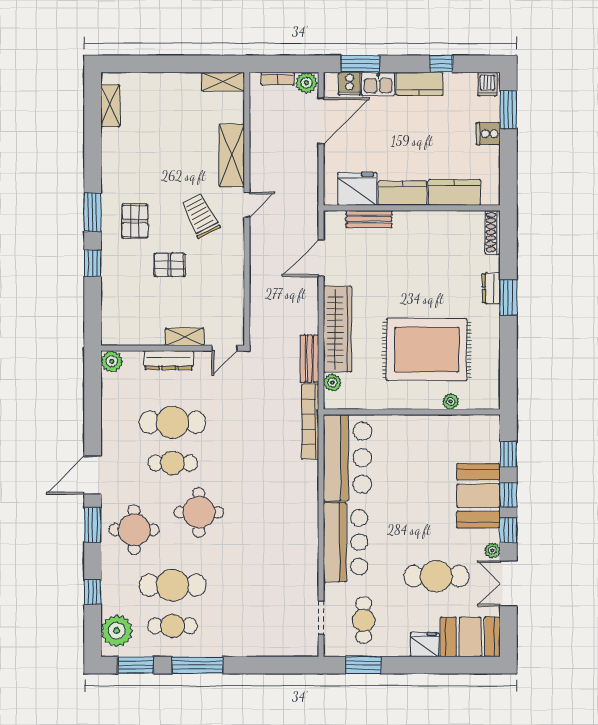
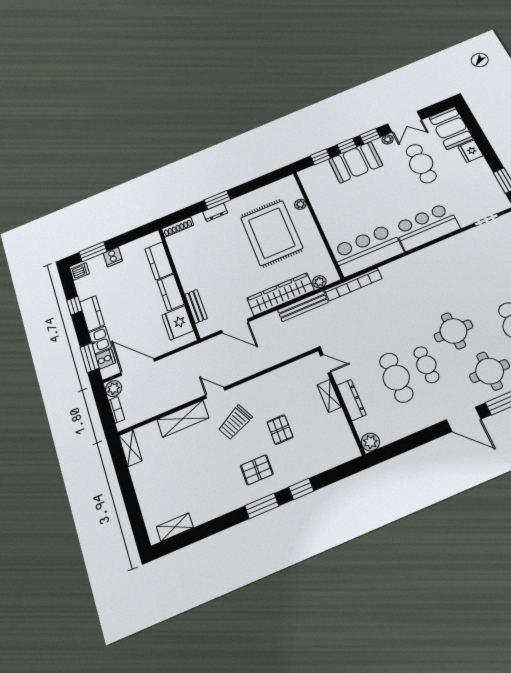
bench: (309, 359) -> (303, 306), width x1.36
cafe table: (364, 620) -> (474, 193), removed

